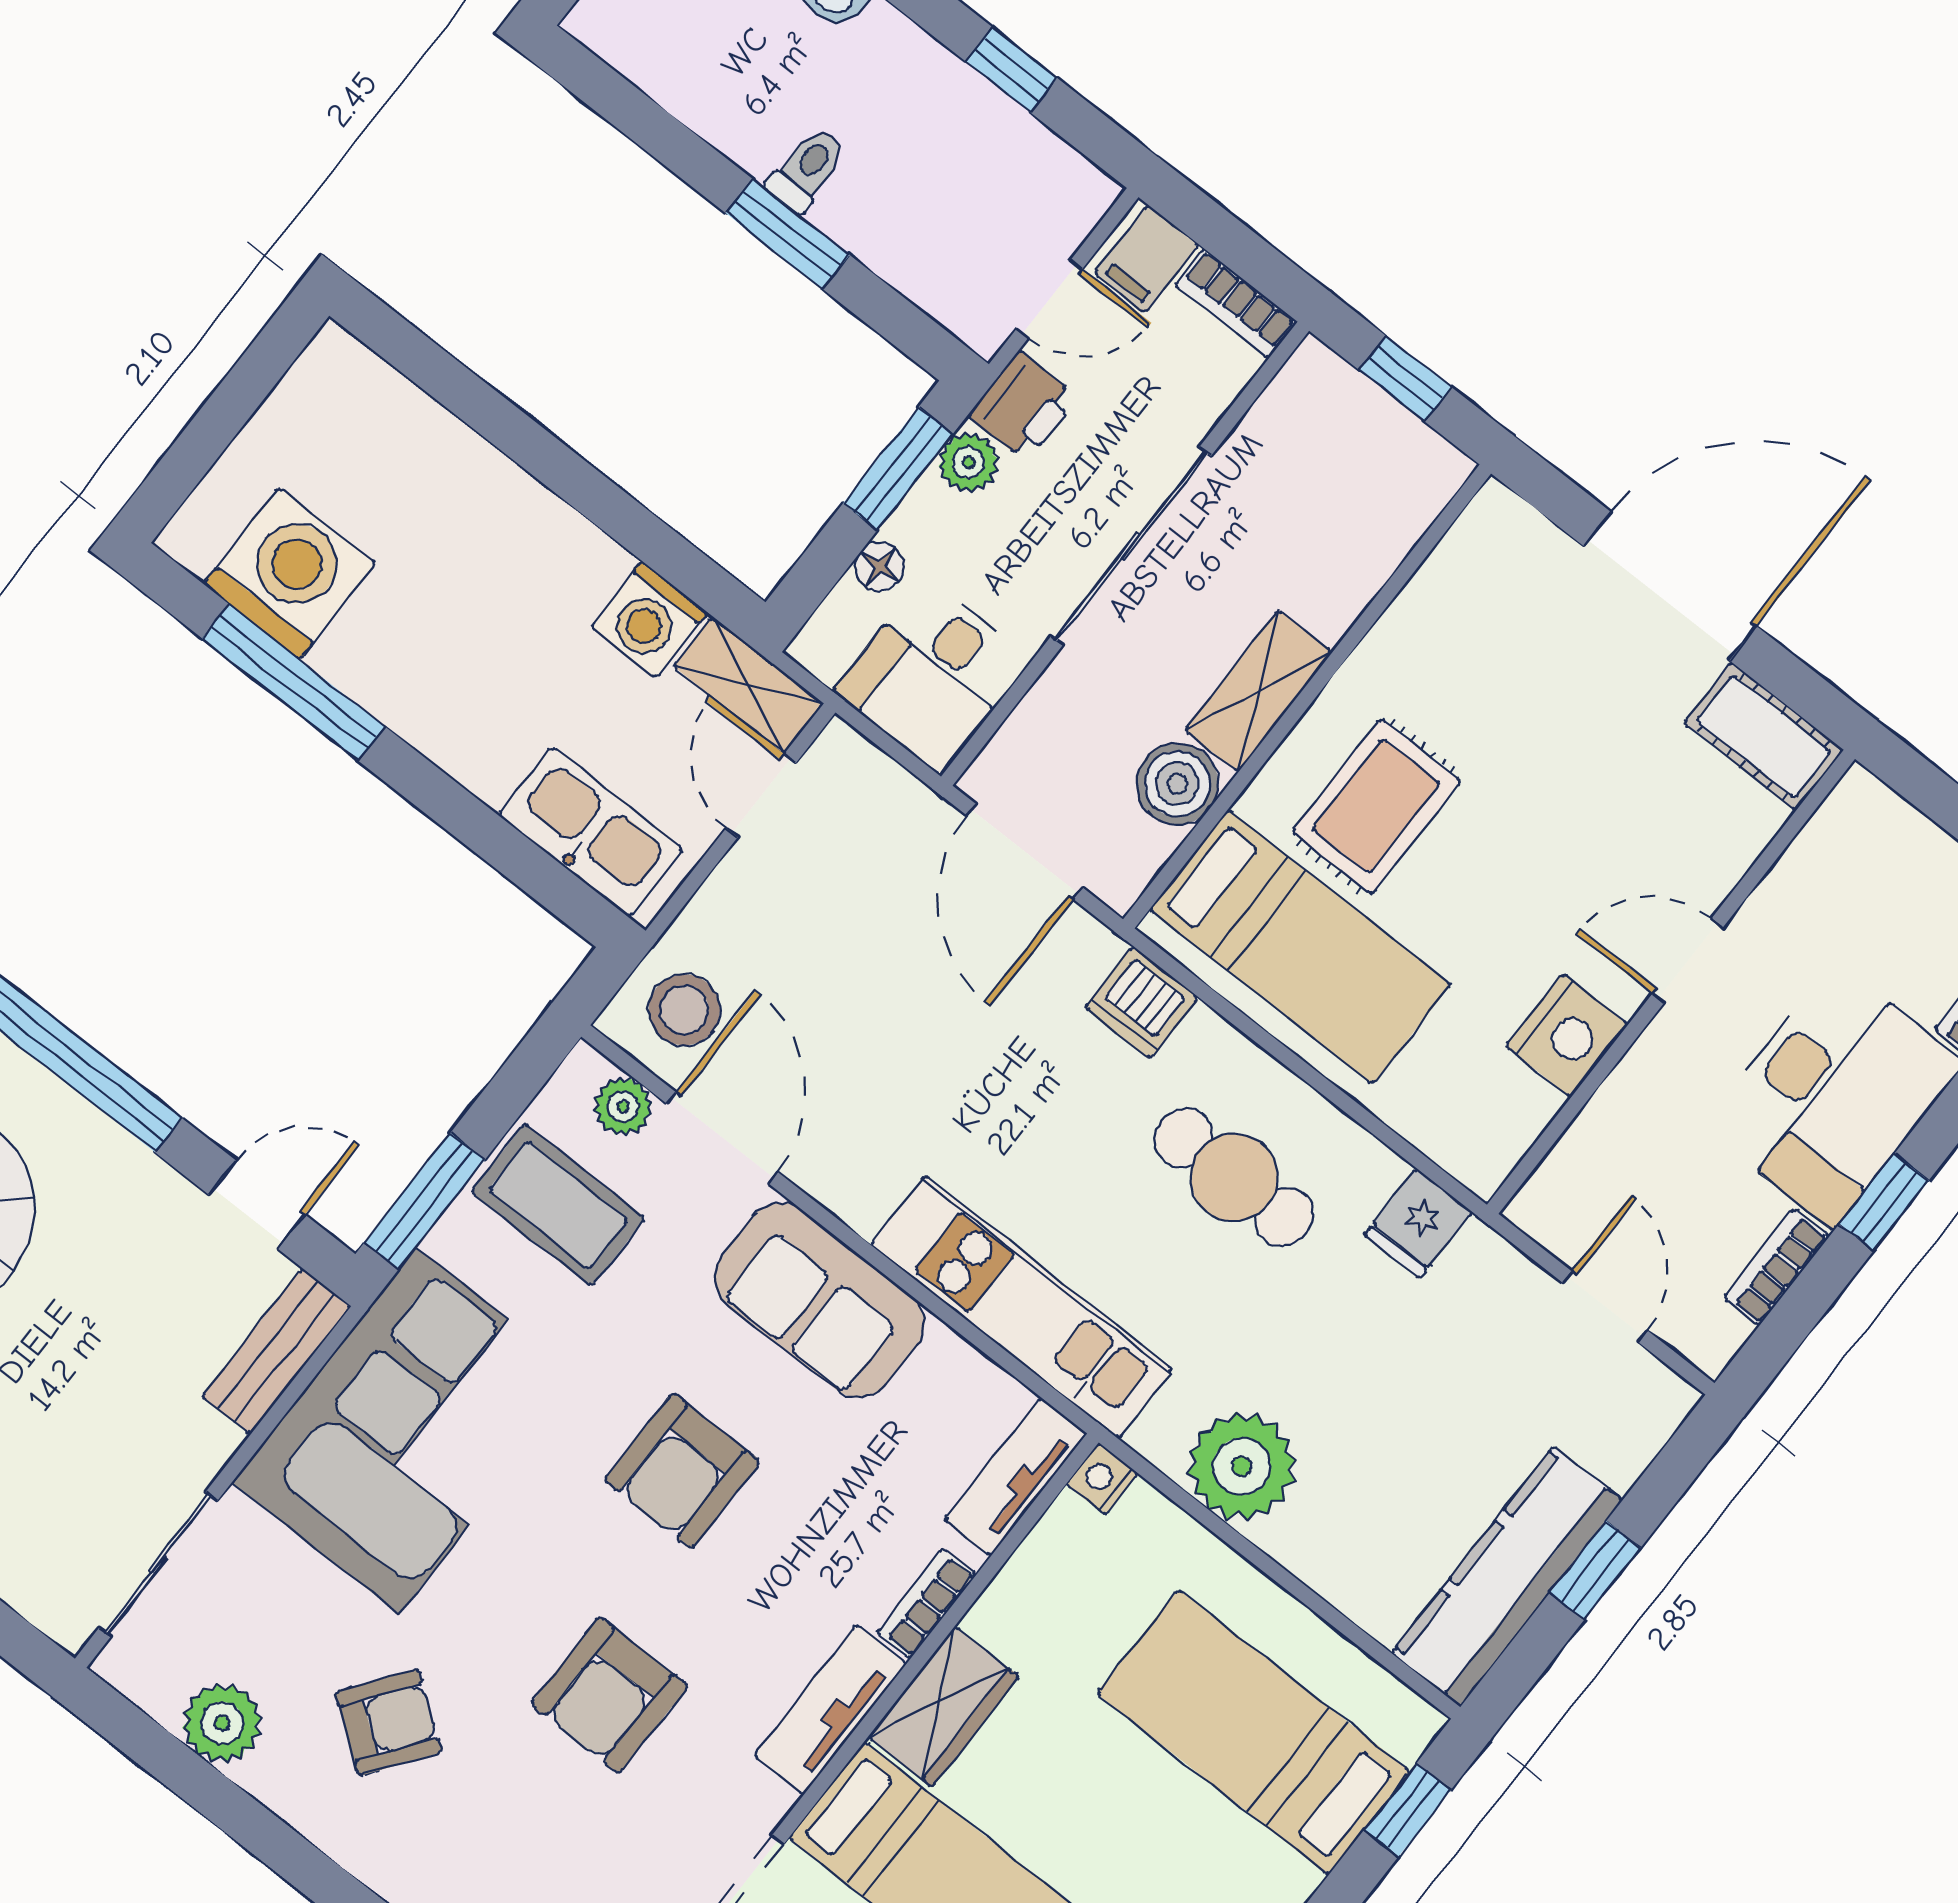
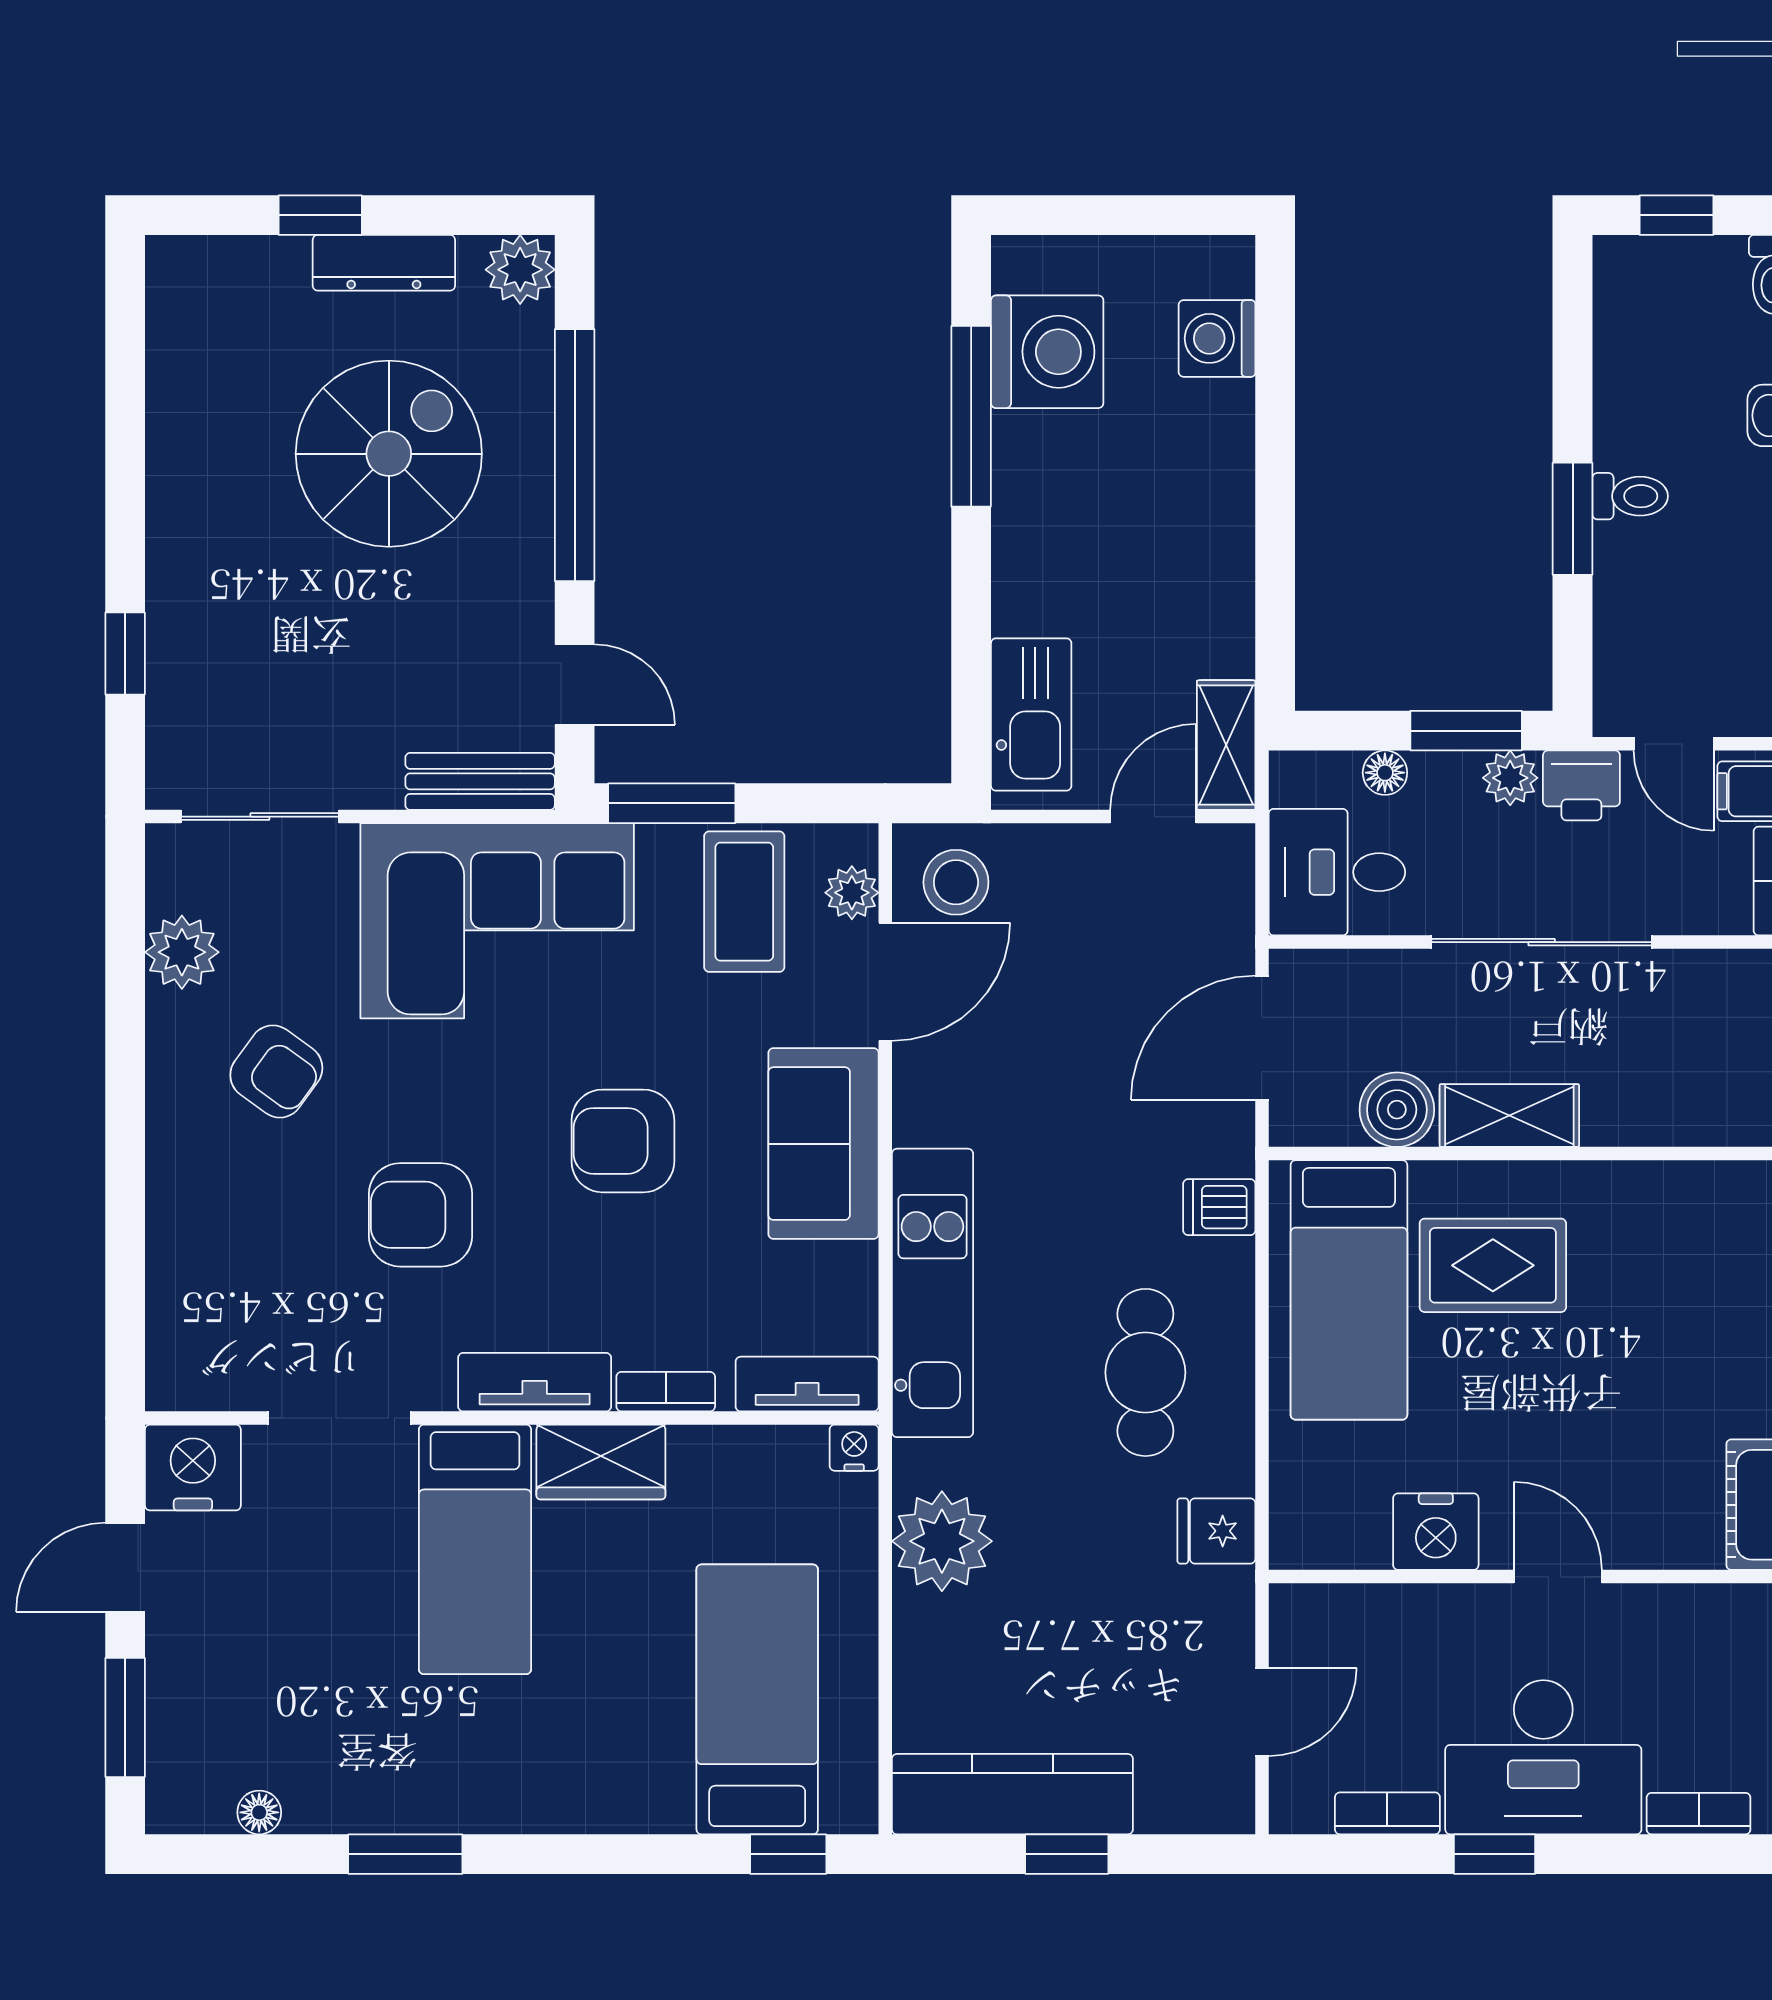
washing machine: (649, 619) -> (1217, 338), moved
dishwasher: (1141, 1002) -> (1219, 1207), width x0.73

